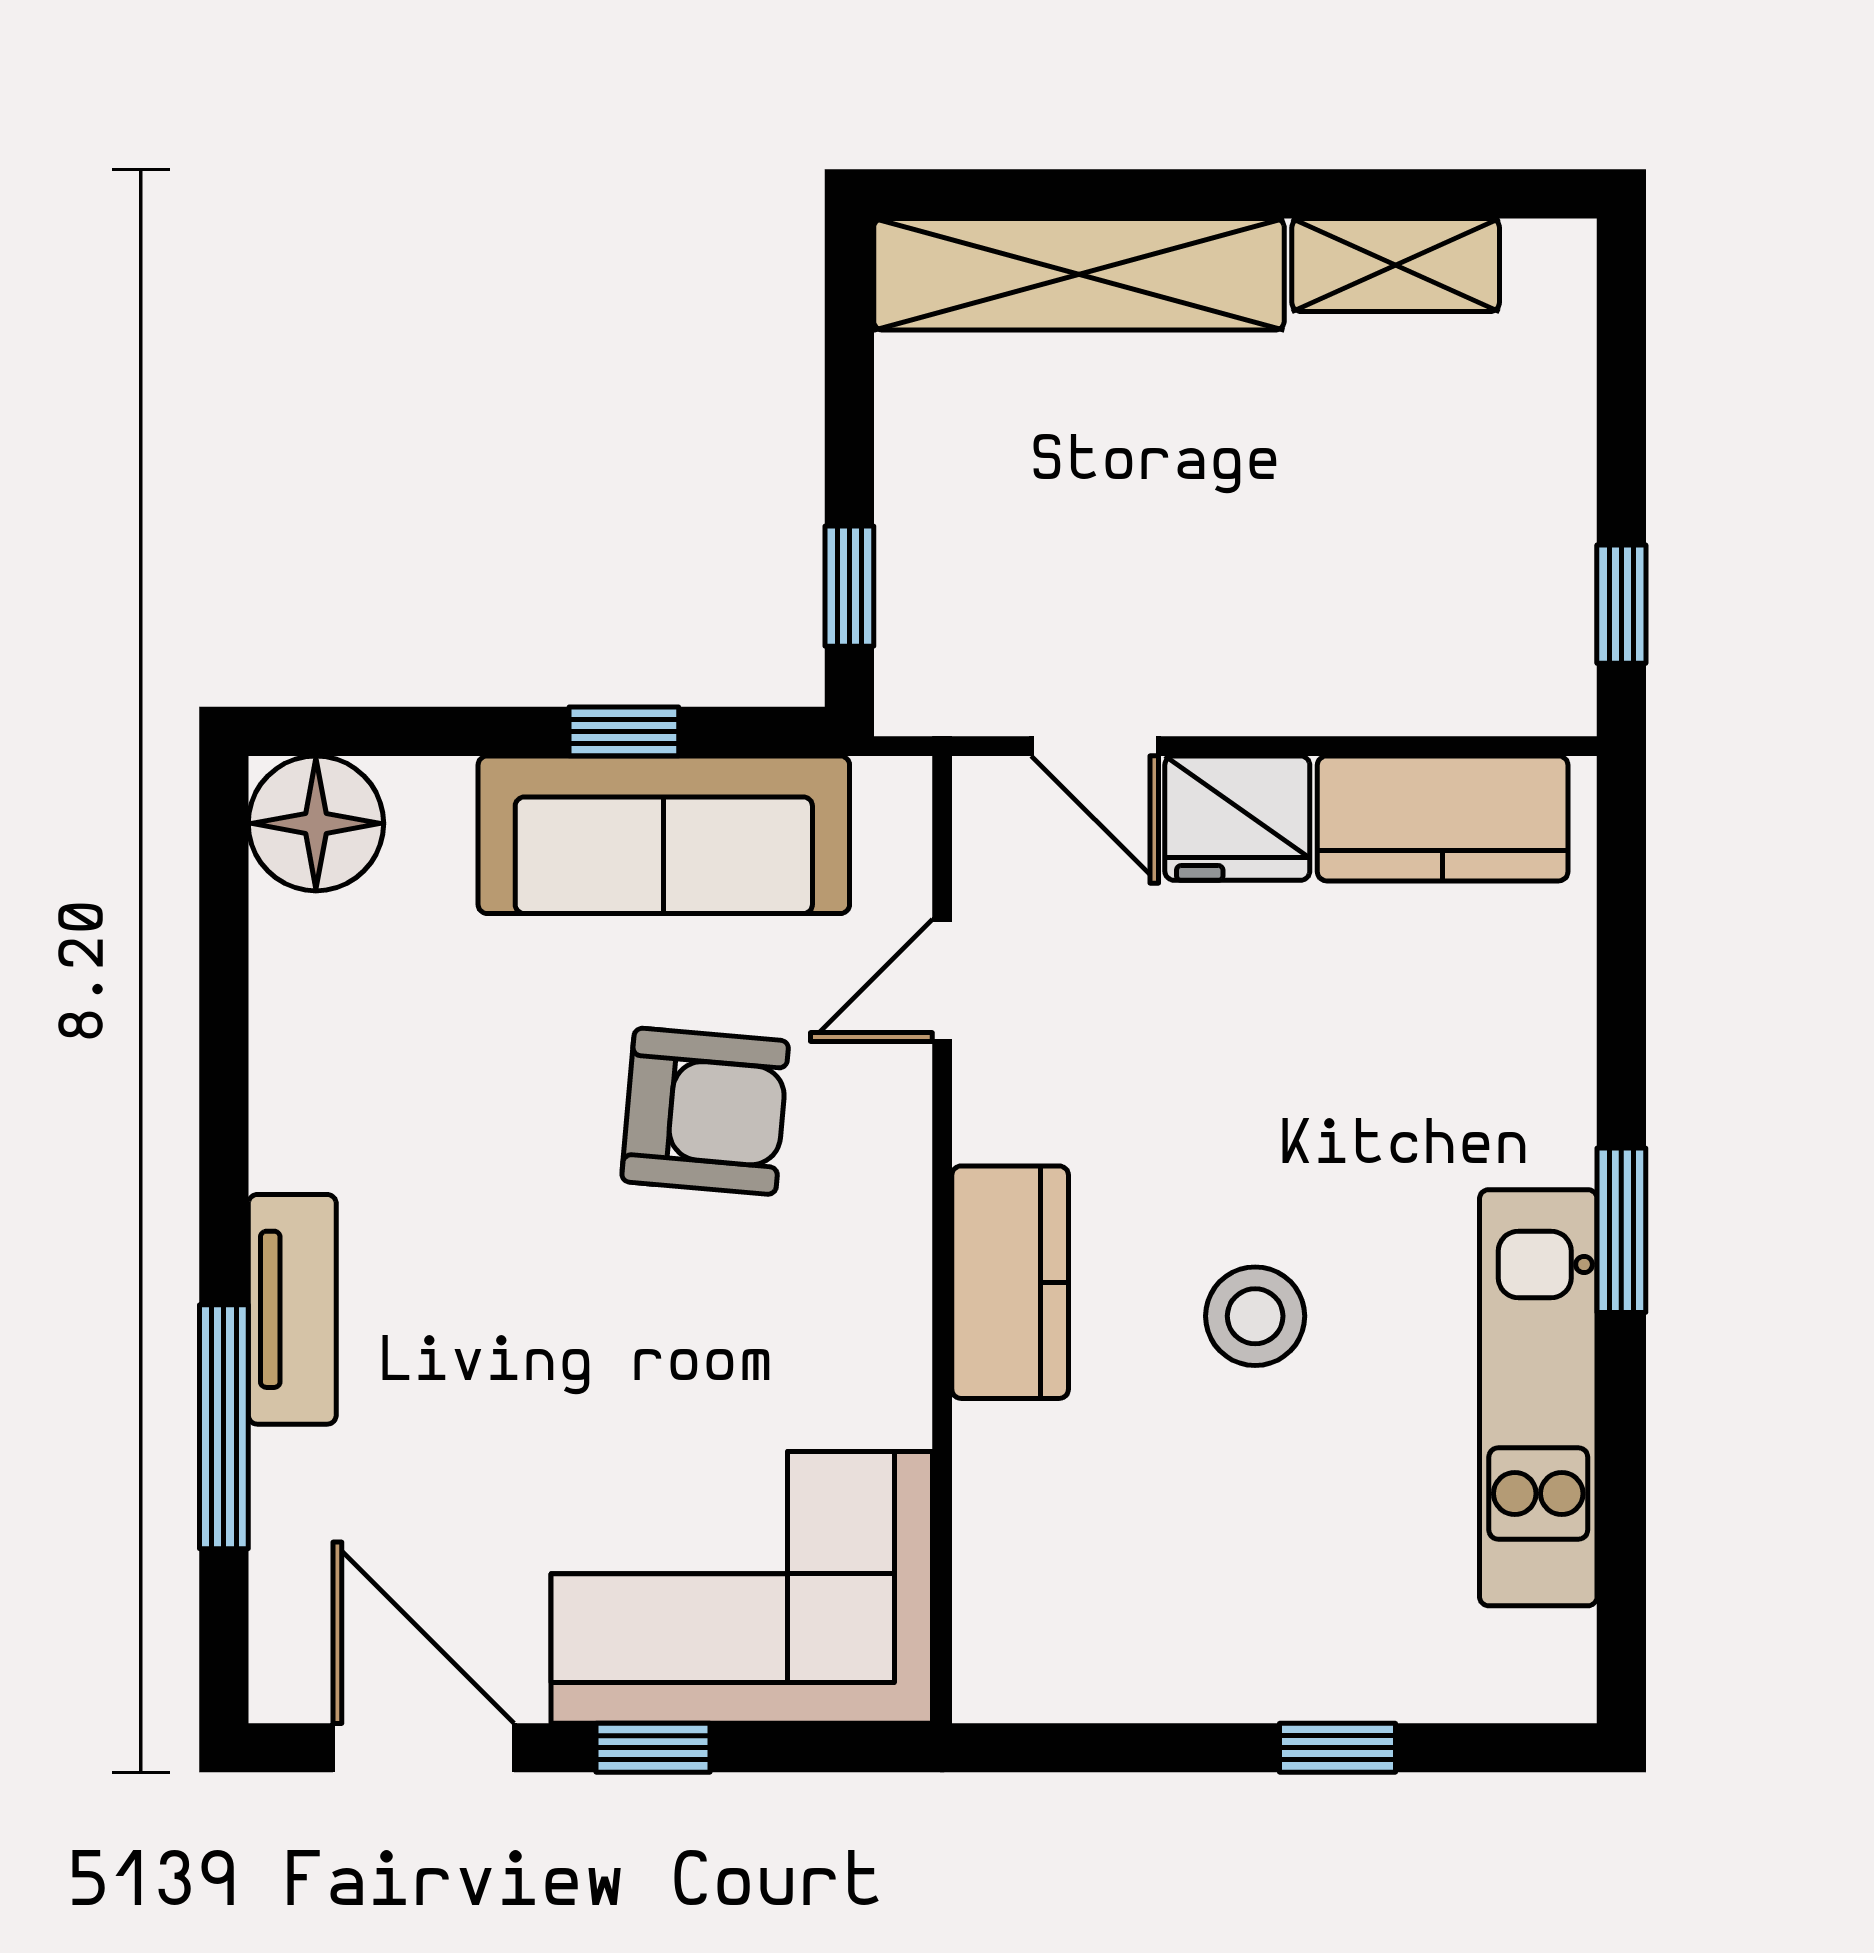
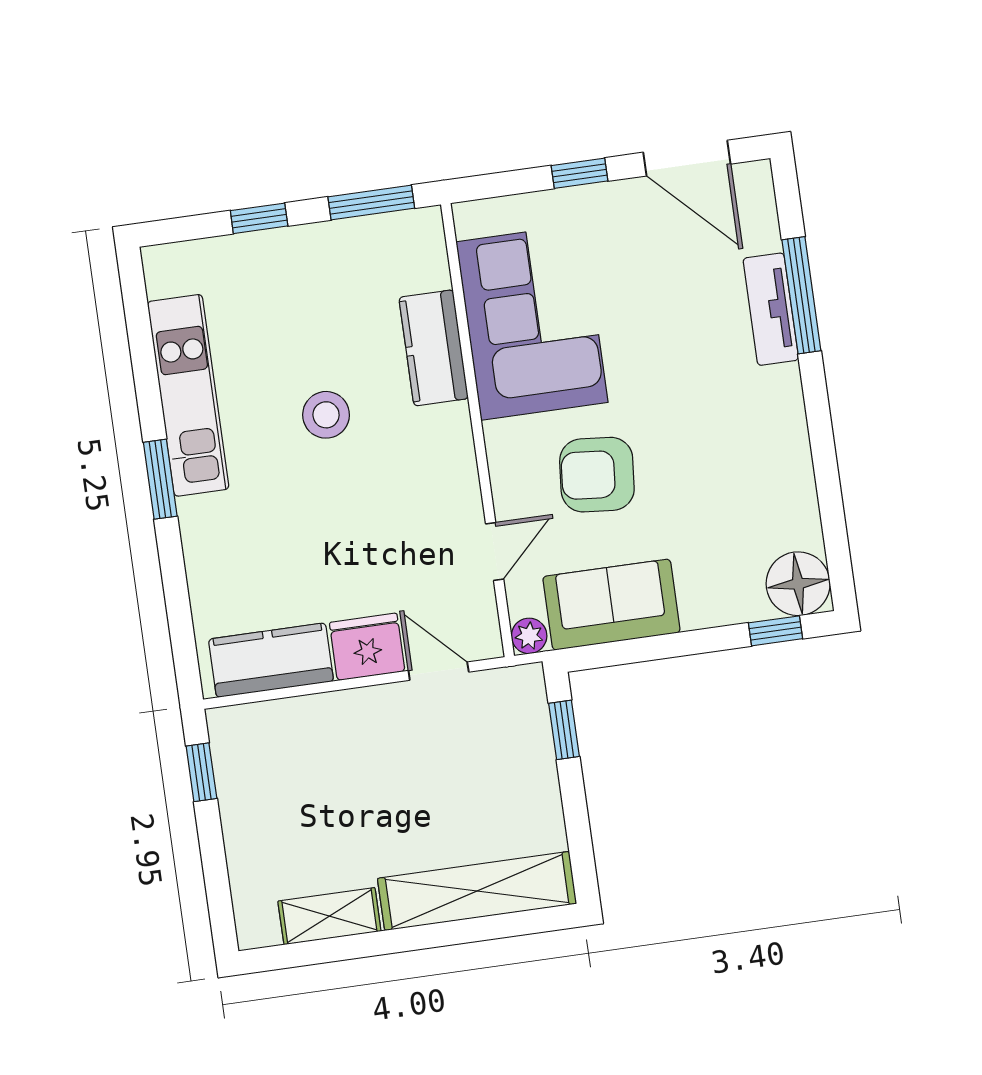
window: (624, 731) -> (775, 631), moved
plant: (895, 793) -> (529, 636), added
sofa: (664, 835) -> (611, 605), width x0.73
kitchen counter: (1010, 1282) -> (434, 348), moved
tv unit: (292, 1309) -> (771, 309), moved
corner sofa: (742, 1587) -> (532, 322), moved, turned -90
window: (1098, 1748) -> (371, 202), added

